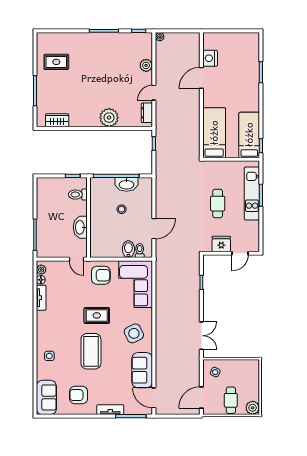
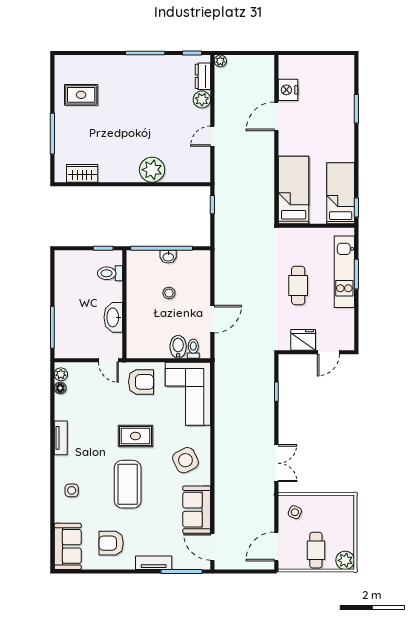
dresser: (147, 113) -> (203, 76), moved
washbasin: (126, 184) -> (168, 257), width x0.52, depth x0.69
tv unit: (41, 298) -> (61, 438), moved

